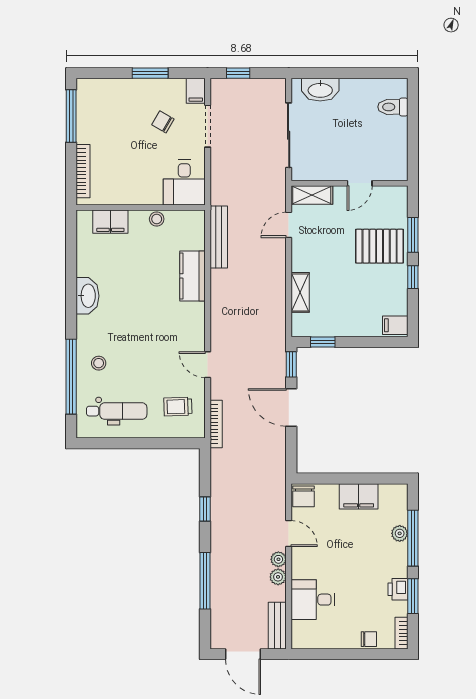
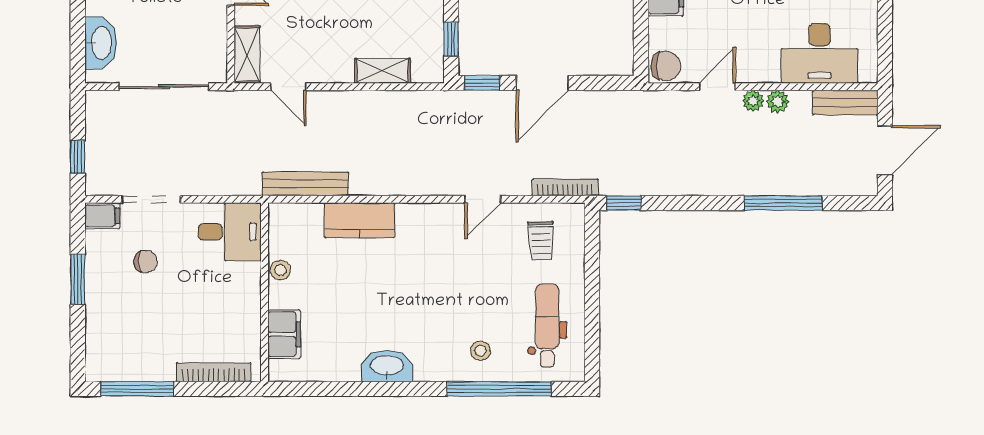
chair: (163, 122) -> (145, 261), turned -120
window: (205, 509) -> (624, 203), moved
desk: (313, 600) -> (820, 53), width x1.37

